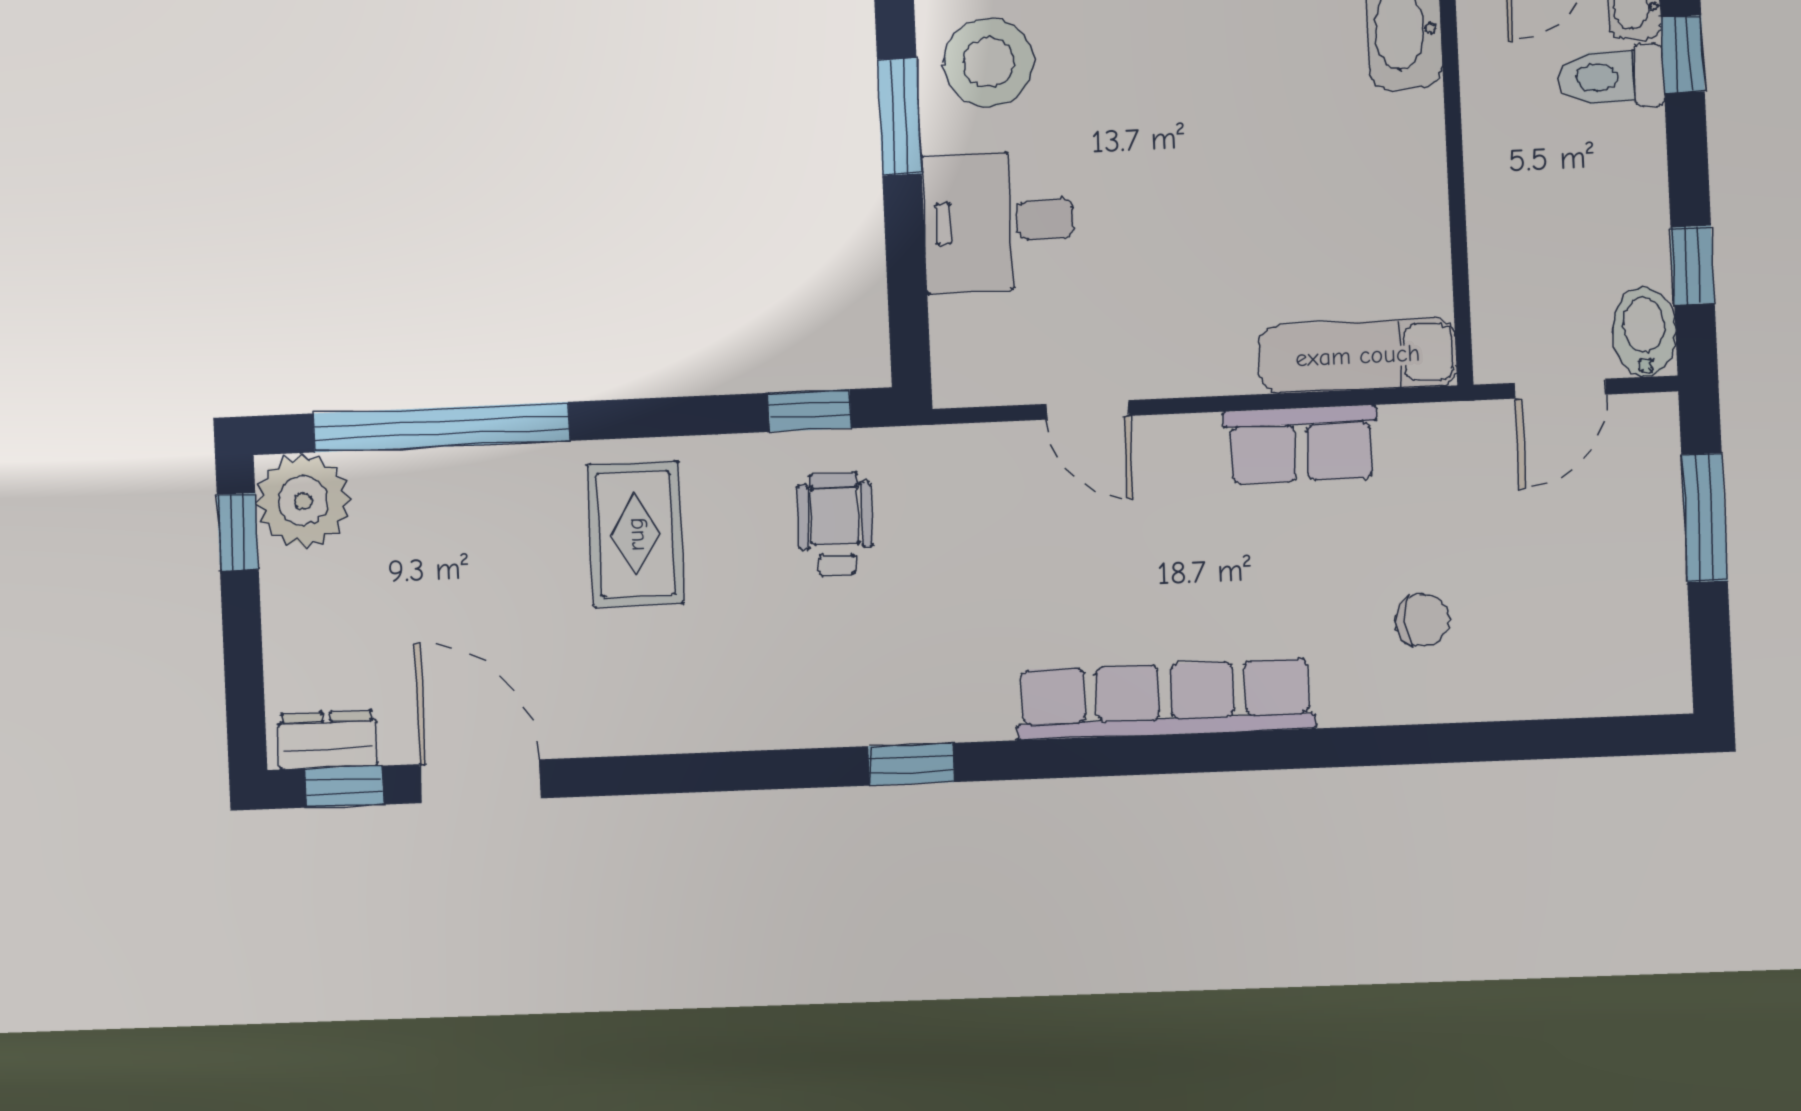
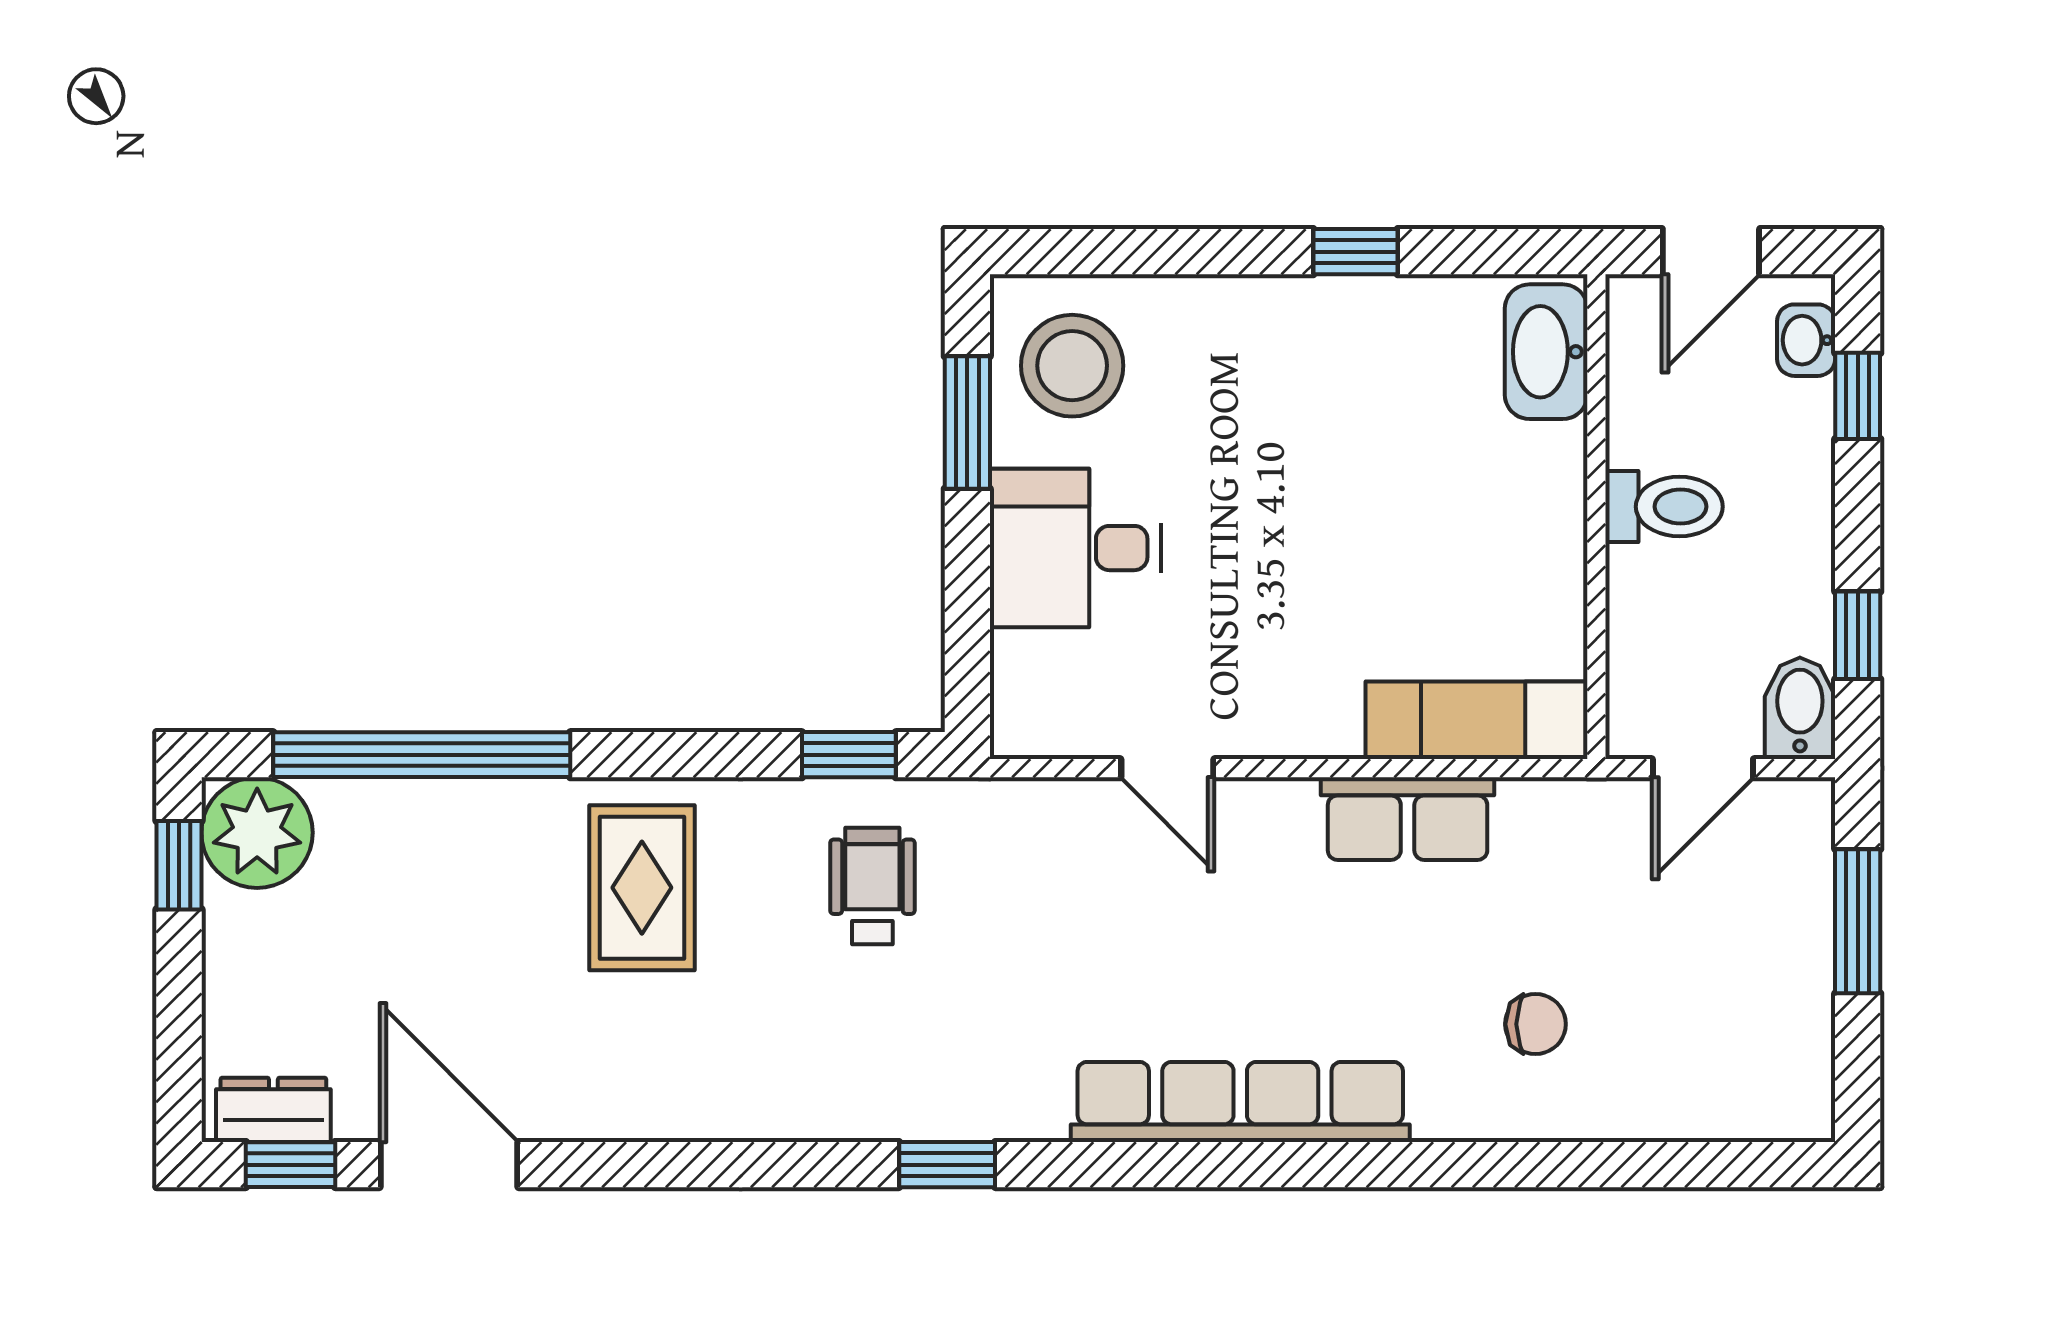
toilet: (1611, 77) -> (1664, 507), moved, turned 180

